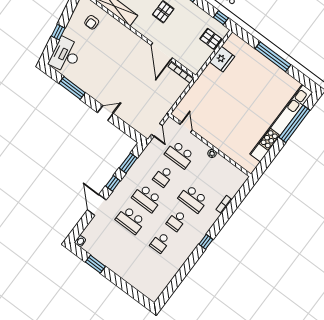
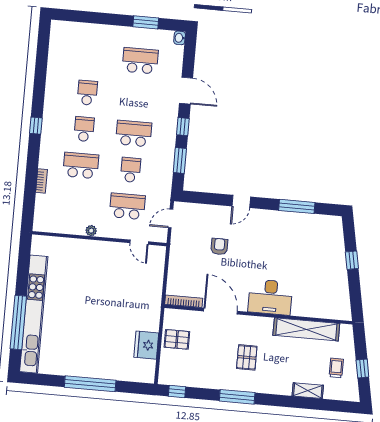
armchair: (92, 22) -> (219, 247), moved
pallet: (211, 39) -> (177, 339), moved
desk: (66, 55) -> (270, 297), moved, turned 101
door: (157, 130) -> (171, 218), hinge flipped
school desk: (130, 220) -> (140, 61), moved

